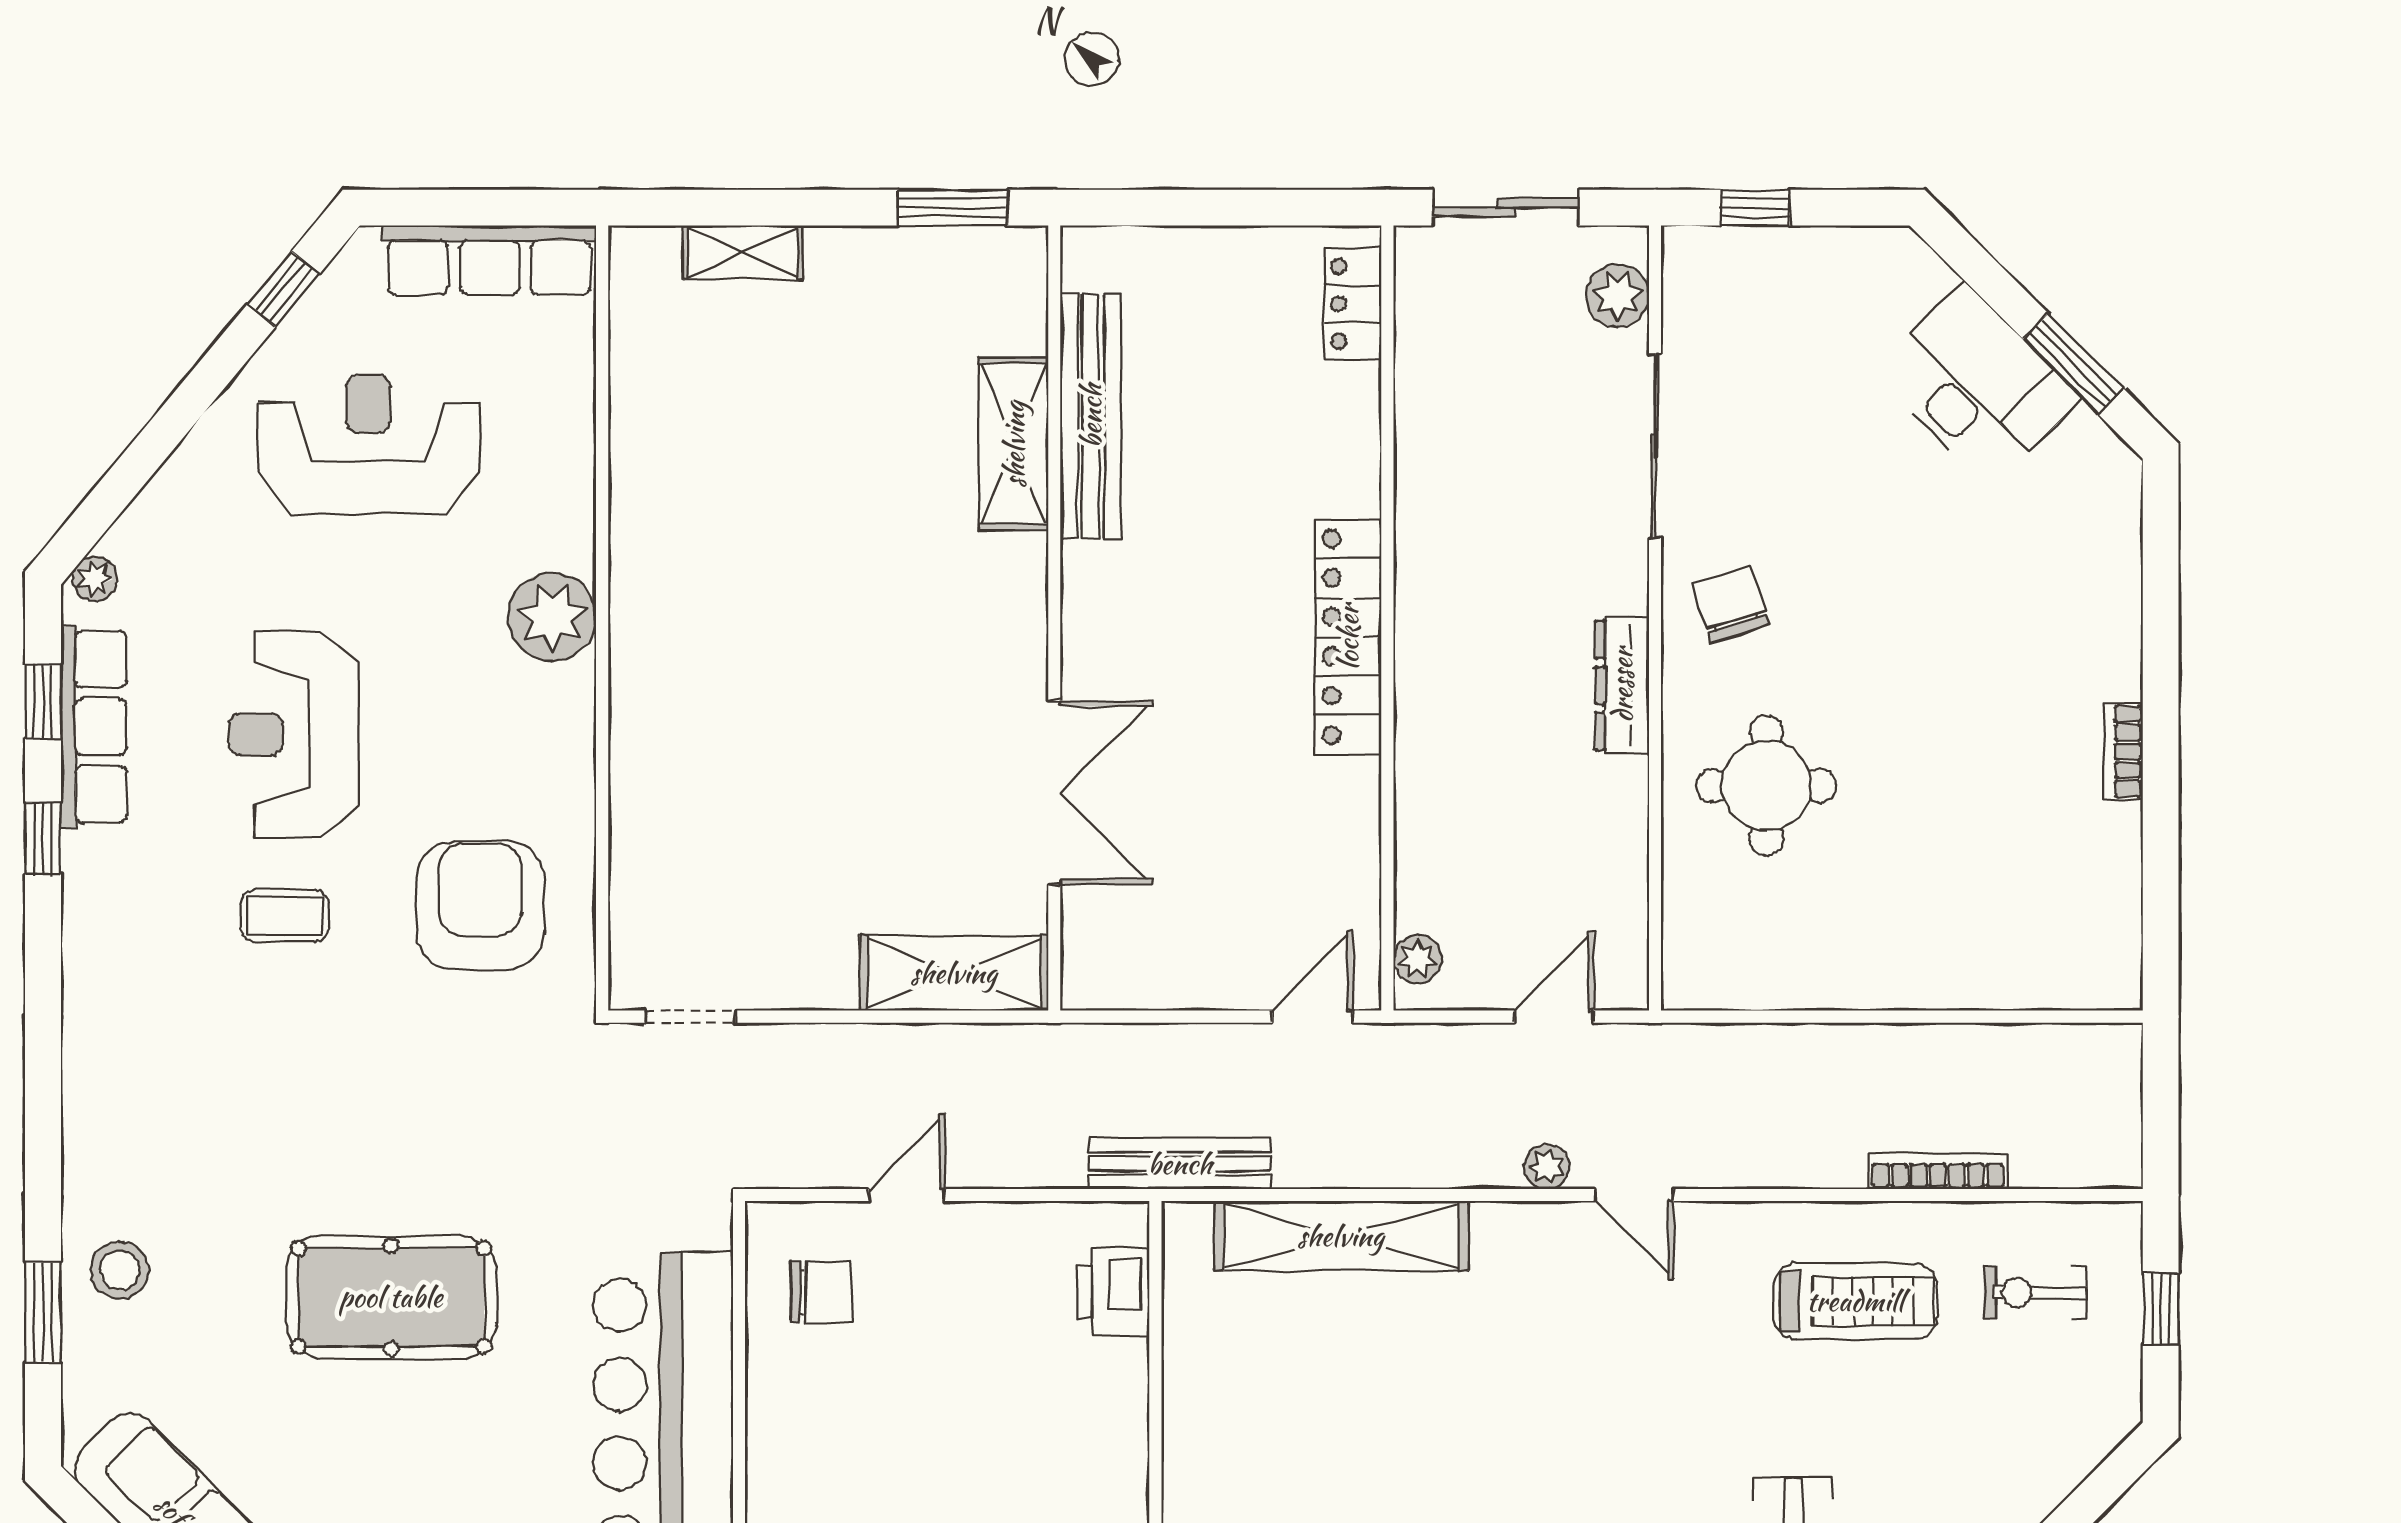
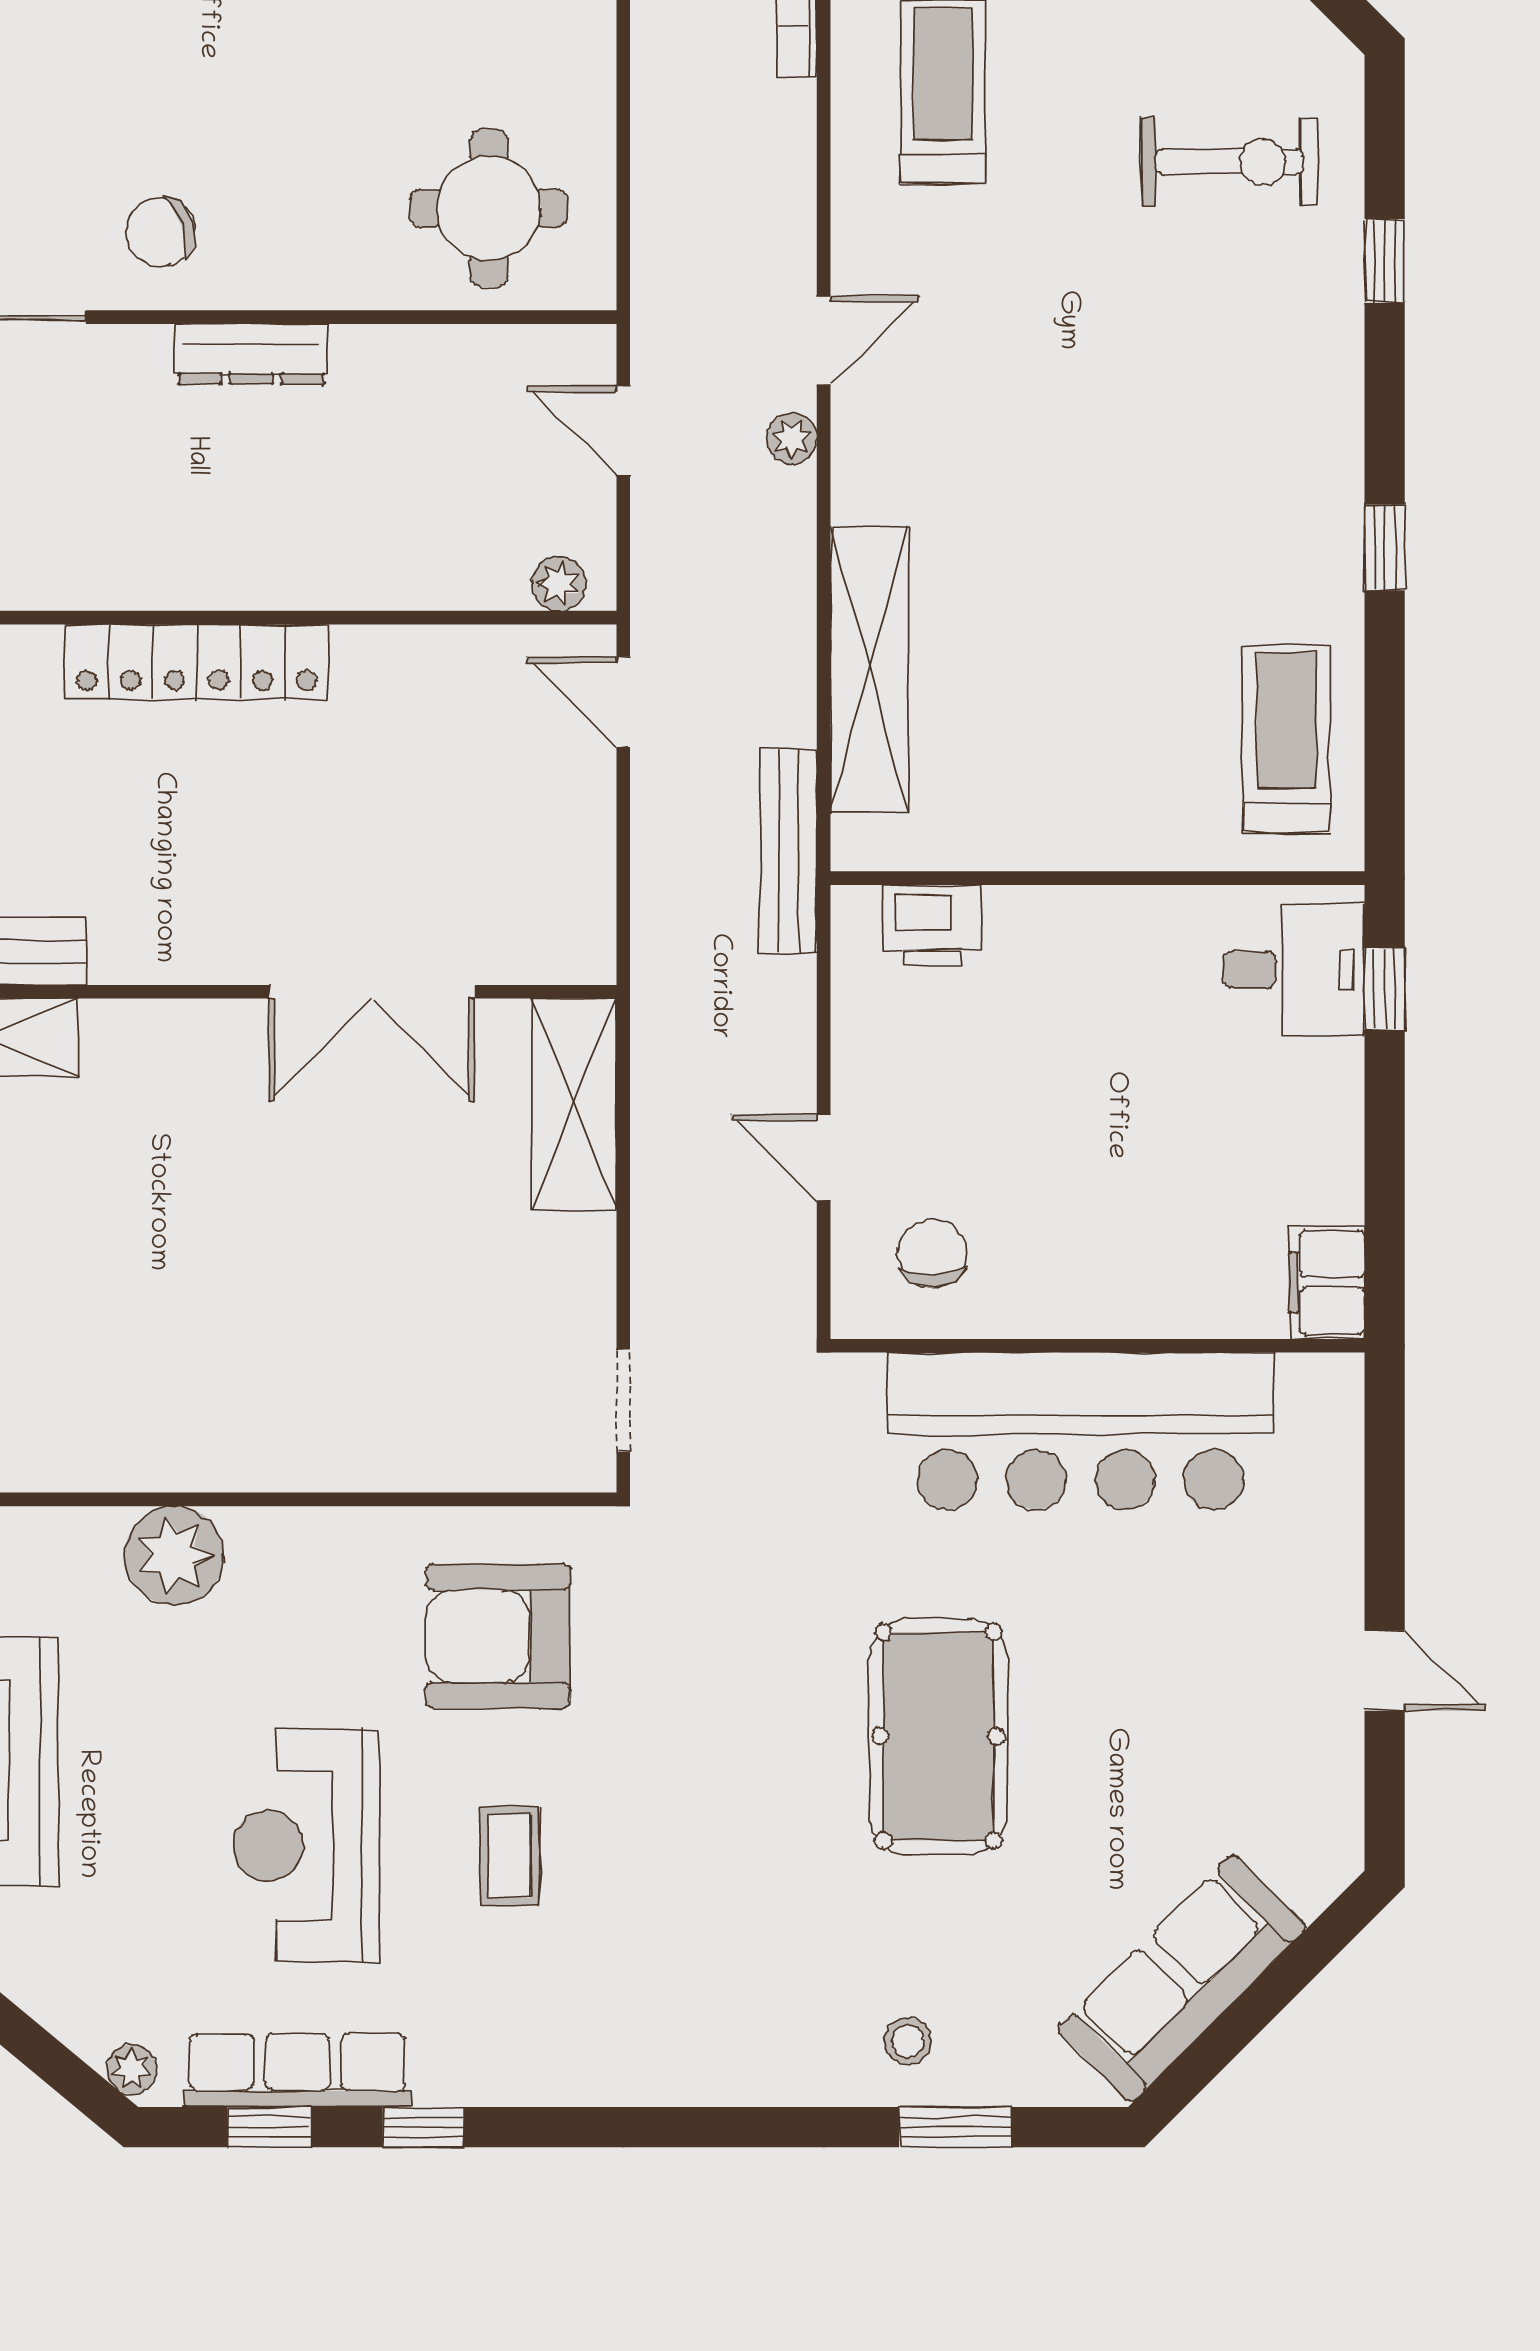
reception desk: (294, 734) -> (306, 1846), turned 90
round table: (1766, 786) -> (489, 208), moved
double door: (1054, 793) -> (372, 992), swing flipped
stool: (120, 1270) -> (908, 2041), width x0.73, depth x0.73

